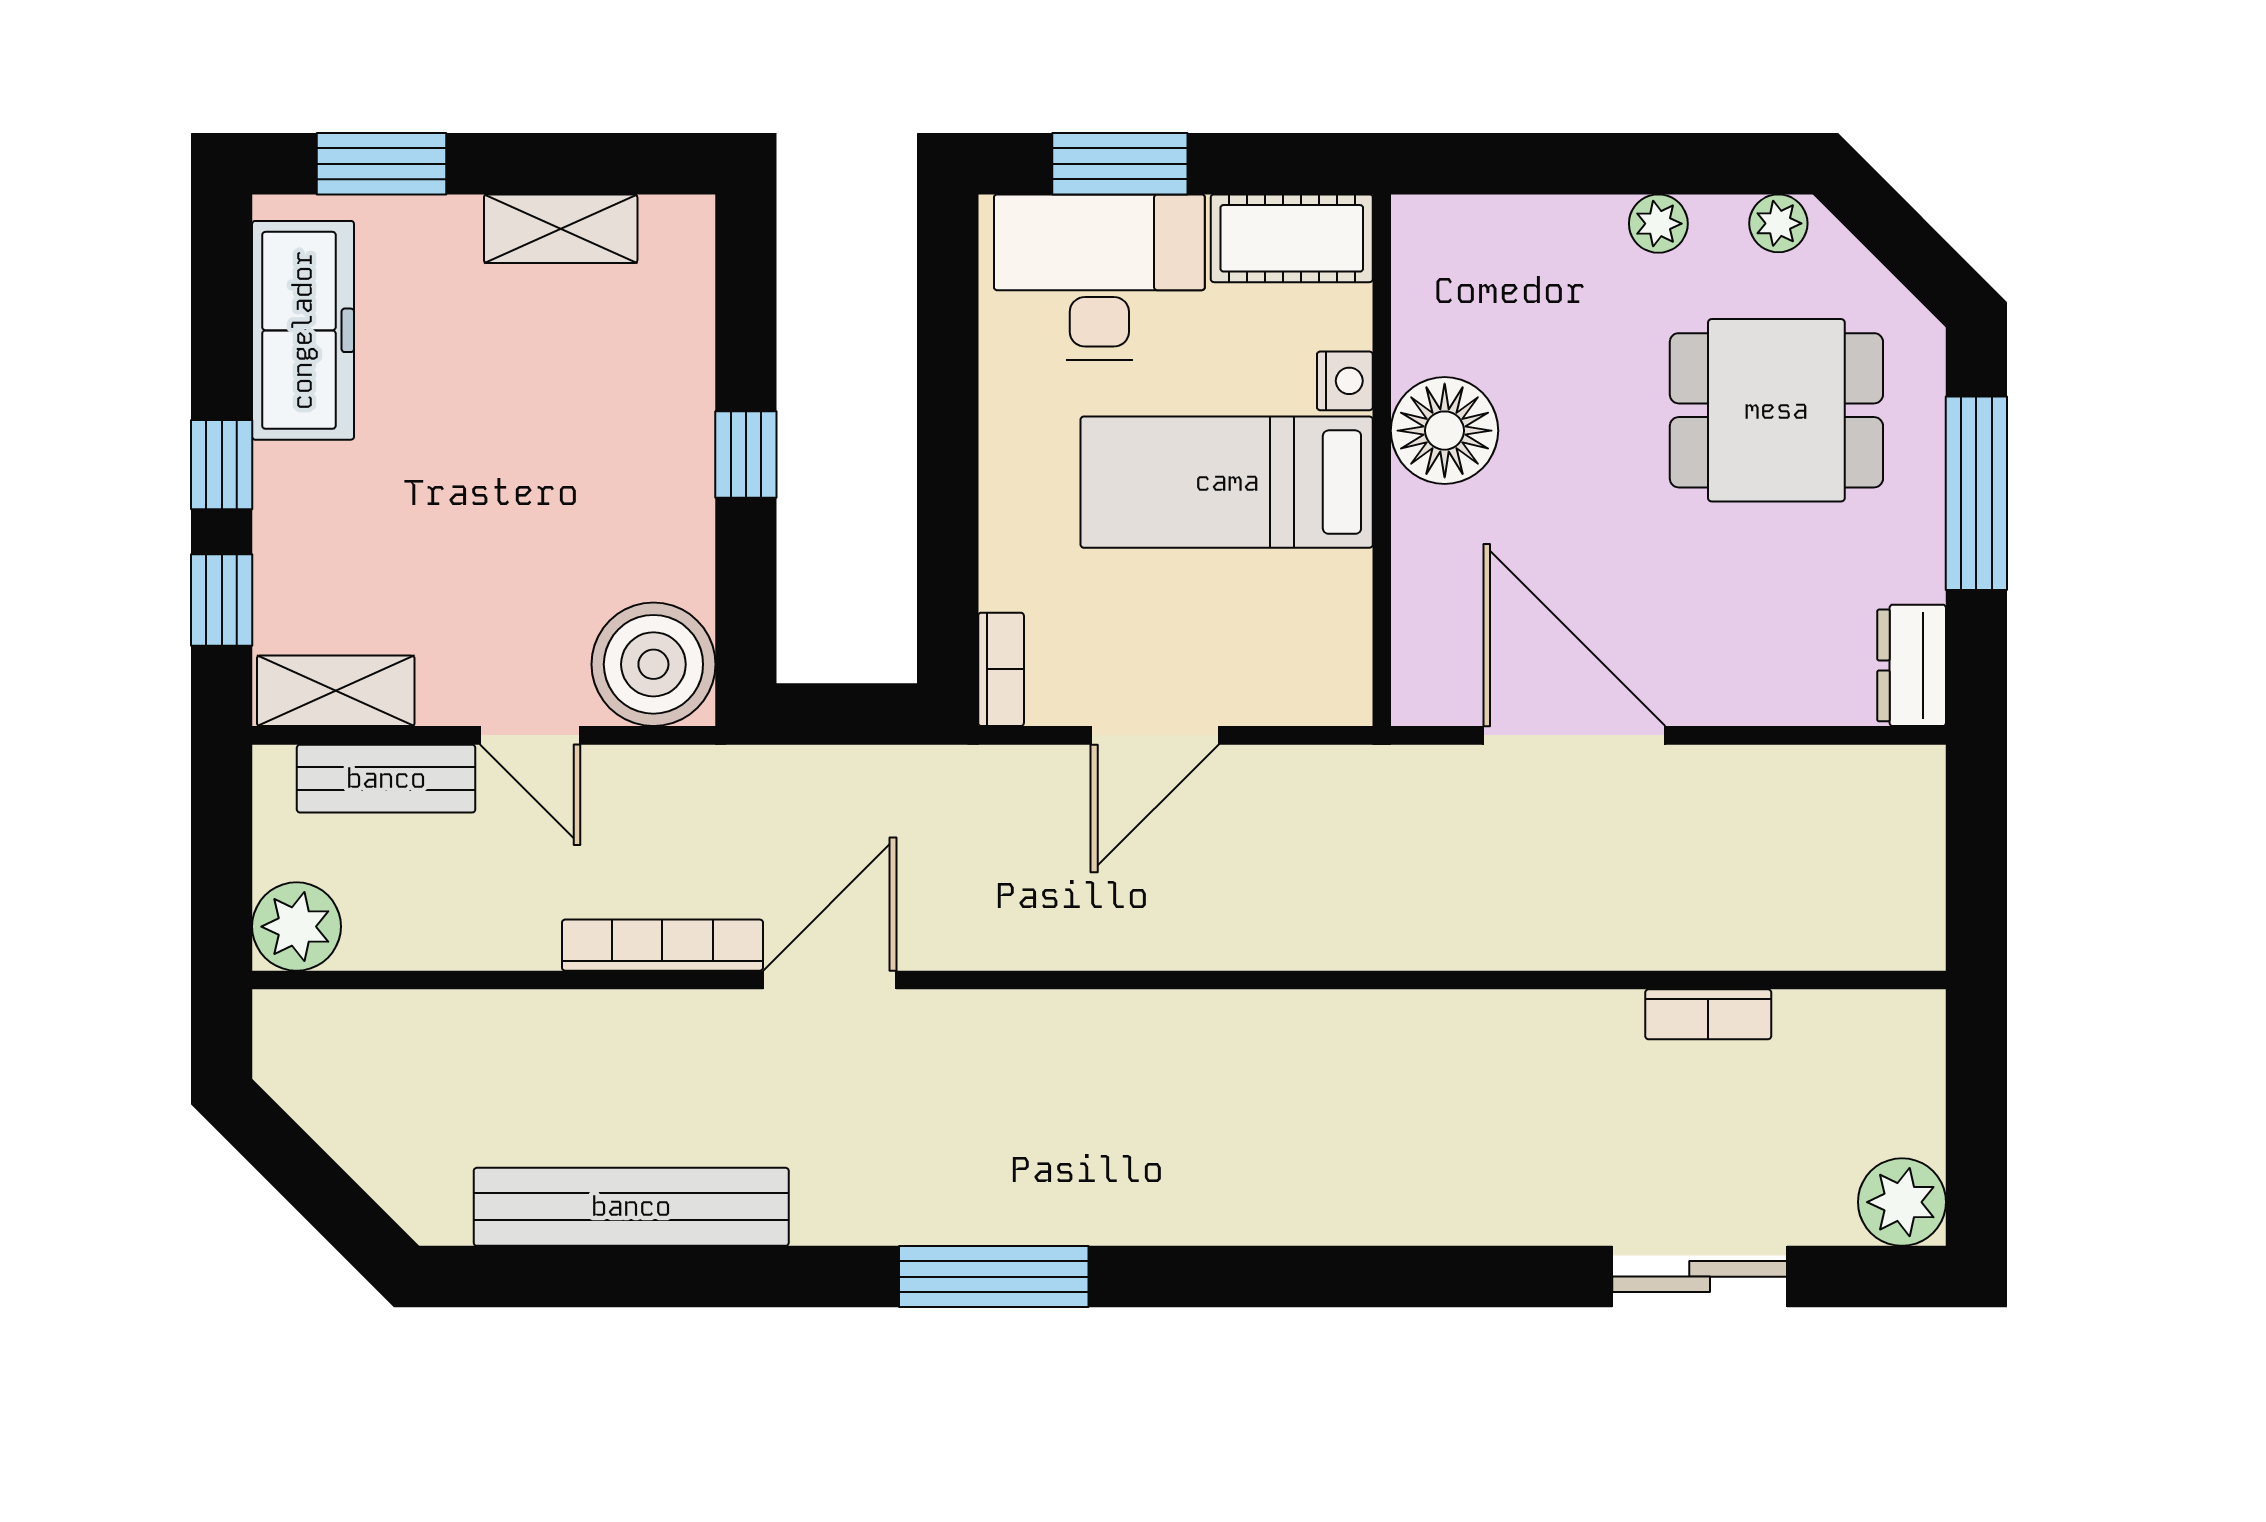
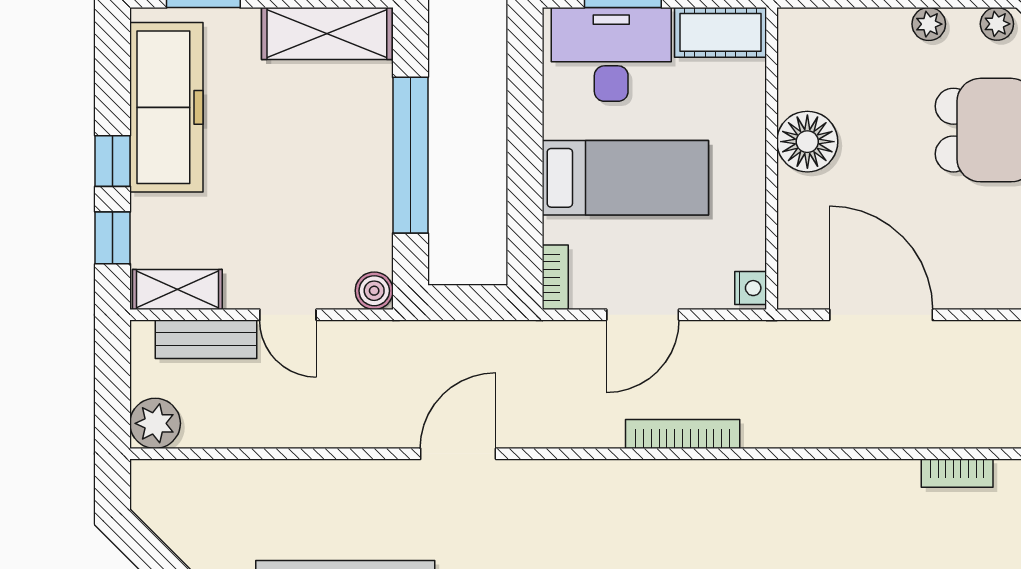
shelving: (561, 229) -> (327, 33), width x1.50, depth x1.33
freezer: (303, 330) -> (166, 107), width x1.36, depth x1.26
nightstand: (1345, 381) -> (751, 288), moved
window: (746, 455) -> (410, 155), width x3.17
bed: (1227, 482) -> (625, 178), moved, turned 180
boiler: (653, 664) -> (374, 291), width x0.54, depth x0.54
bookcase: (662, 945) -> (683, 434), moved

